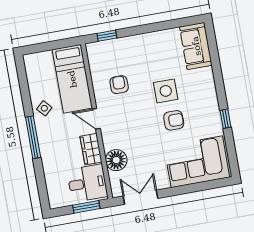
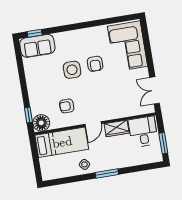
window: (226, 119) -> (35, 33), moved
armchair: (174, 120) -> (95, 64), turned 180
window: (33, 137) -> (107, 173), width x0.69
floor lamp: (116, 160) -> (41, 123), moved
window: (86, 207) -> (163, 143), moved

